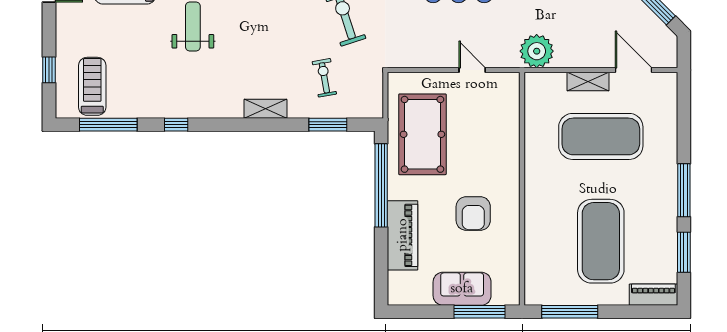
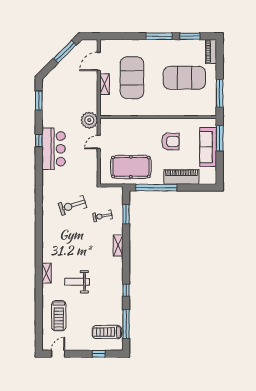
plant: (537, 51) -> (89, 120), moved
sofa: (462, 289) -> (208, 147), width x1.36

